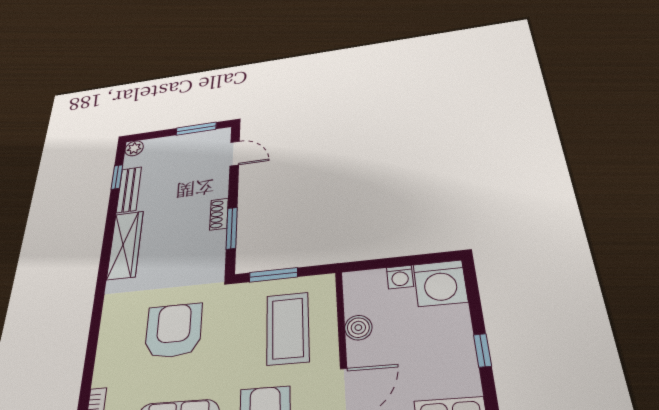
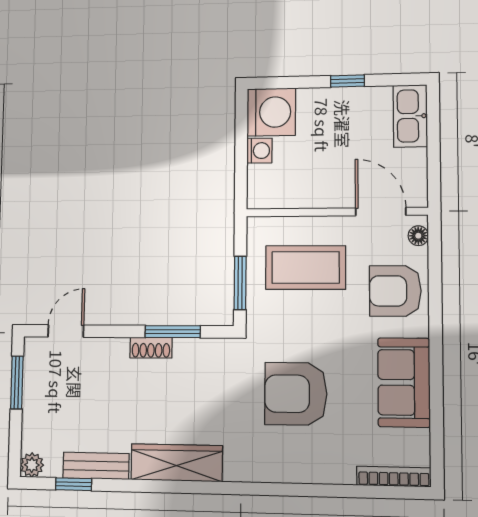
boiler: (358, 328) -> (312, 195), removed

